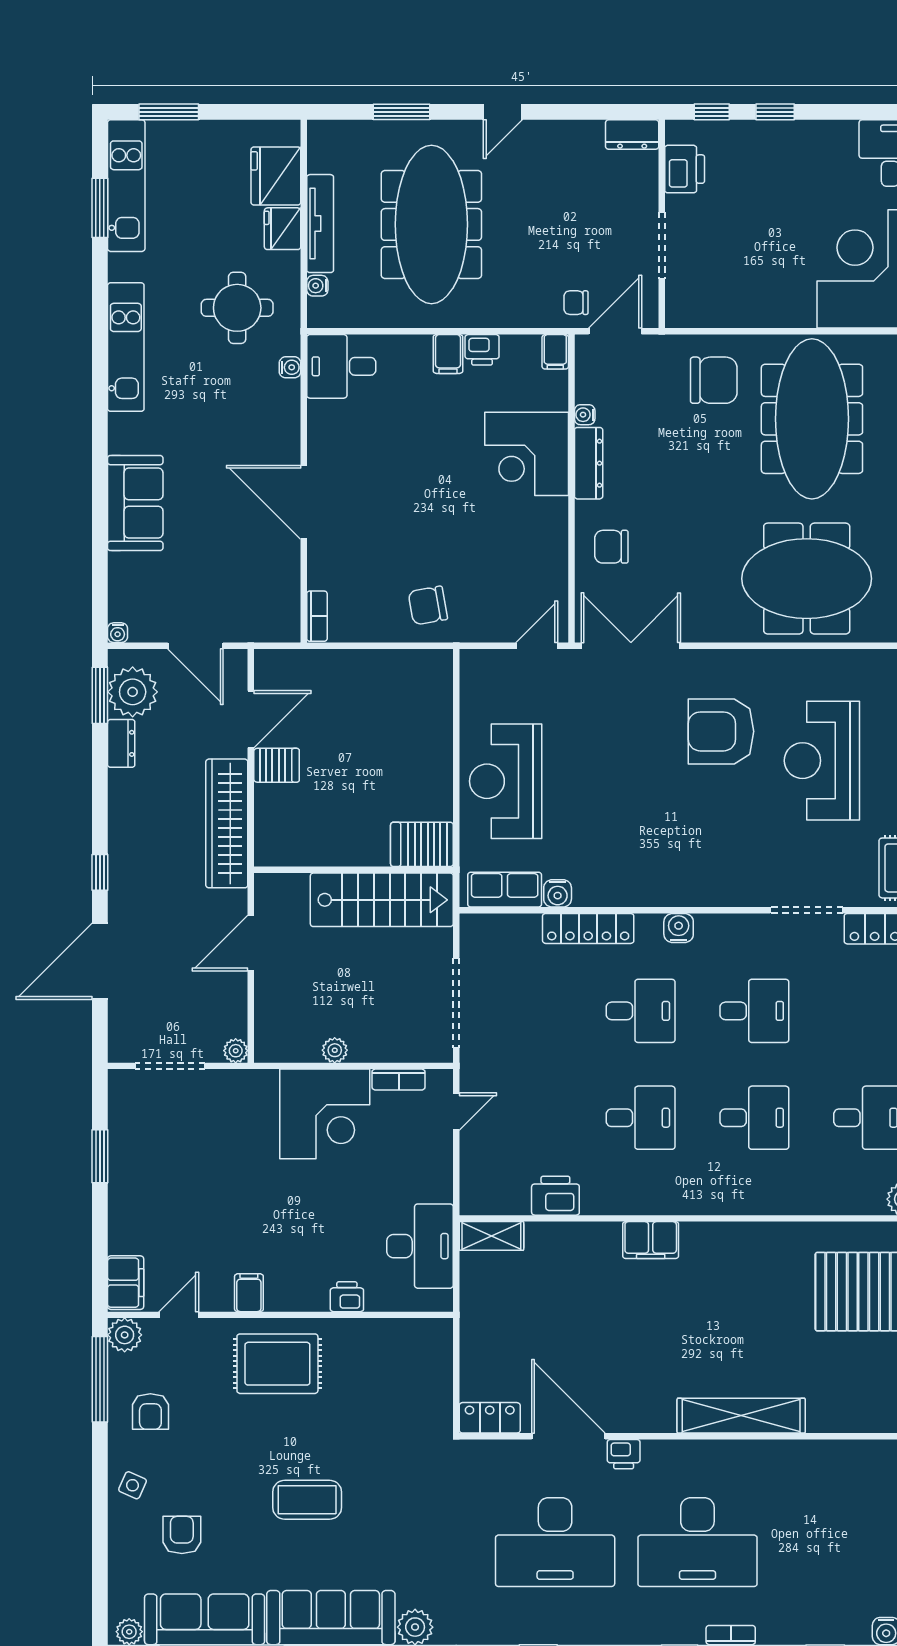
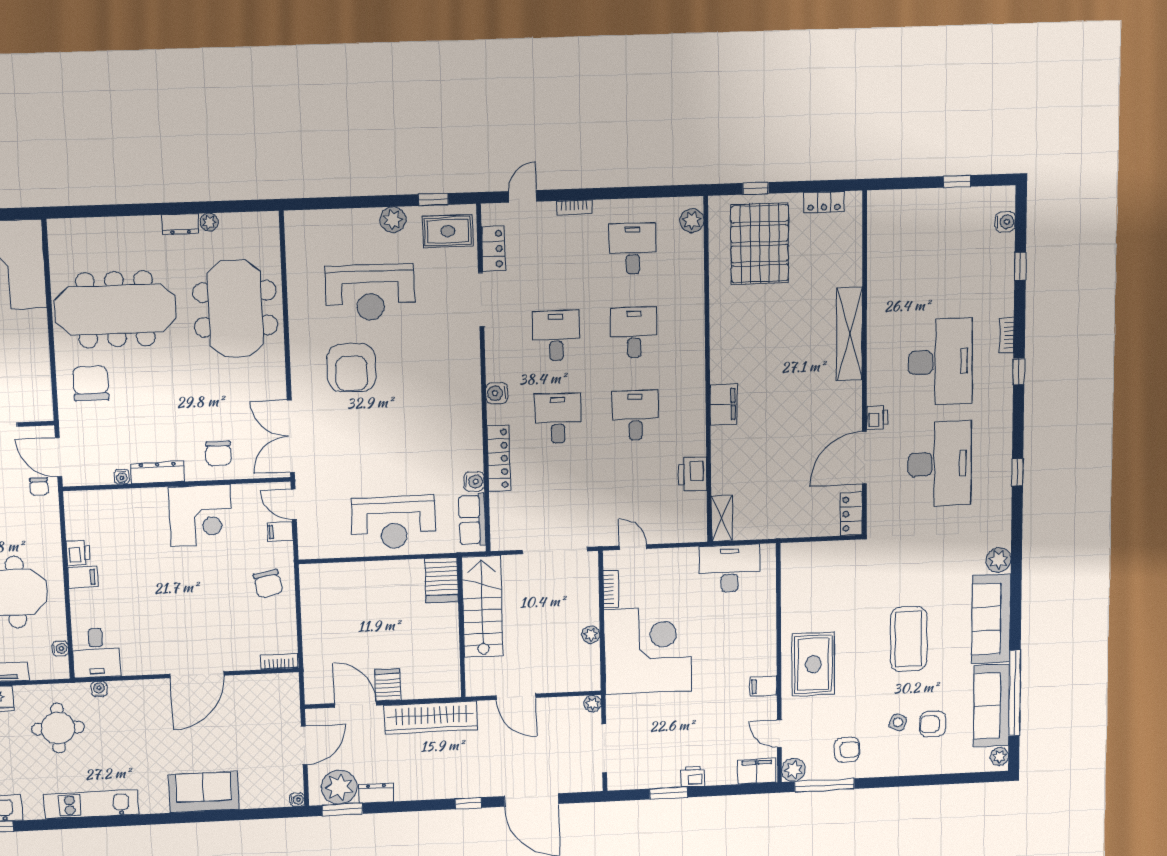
water cooler: (317, 286) -> (60, 649), moved, turned -90
filing cabinet: (555, 352) -> (280, 532), moved, turned 180
corner desk: (527, 454) -> (201, 516), moved
corner desk: (325, 1114) -> (648, 650), width x1.36, depth x1.36
printer: (347, 1297) -> (693, 776), moved, turned 90
side table: (133, 1485) -> (898, 722), moved
coffee table: (307, 1500) -> (909, 639), width x1.36, depth x1.32

